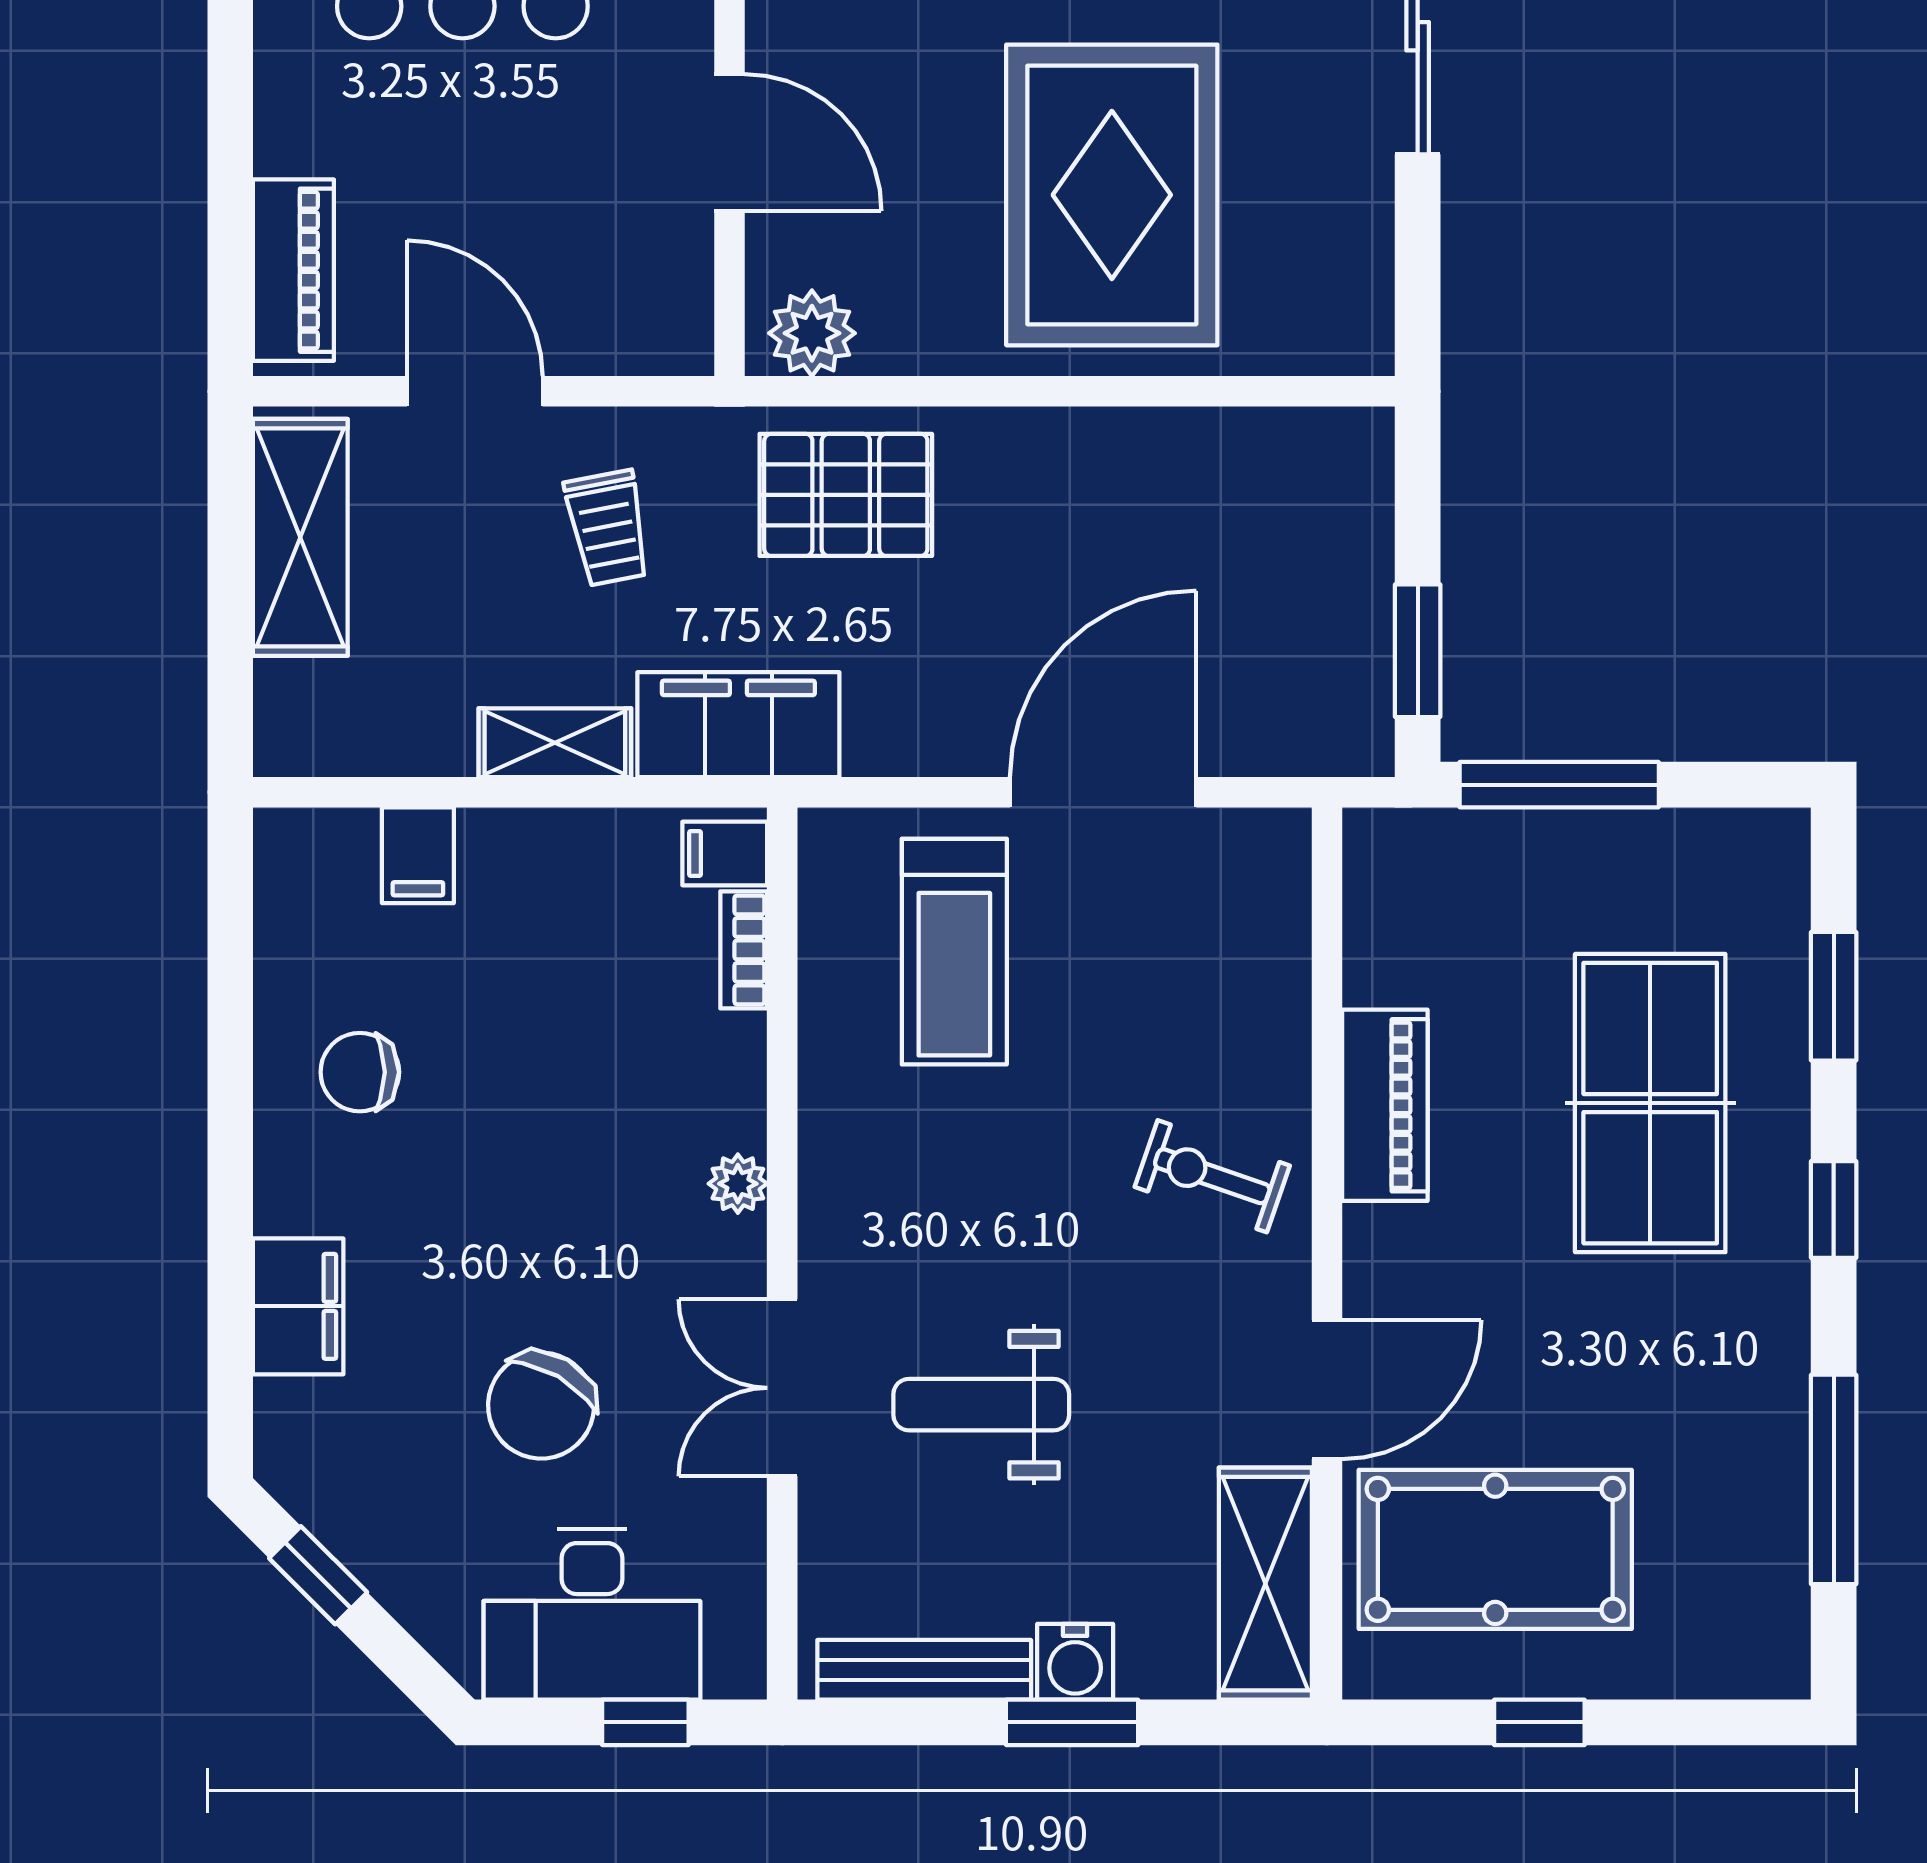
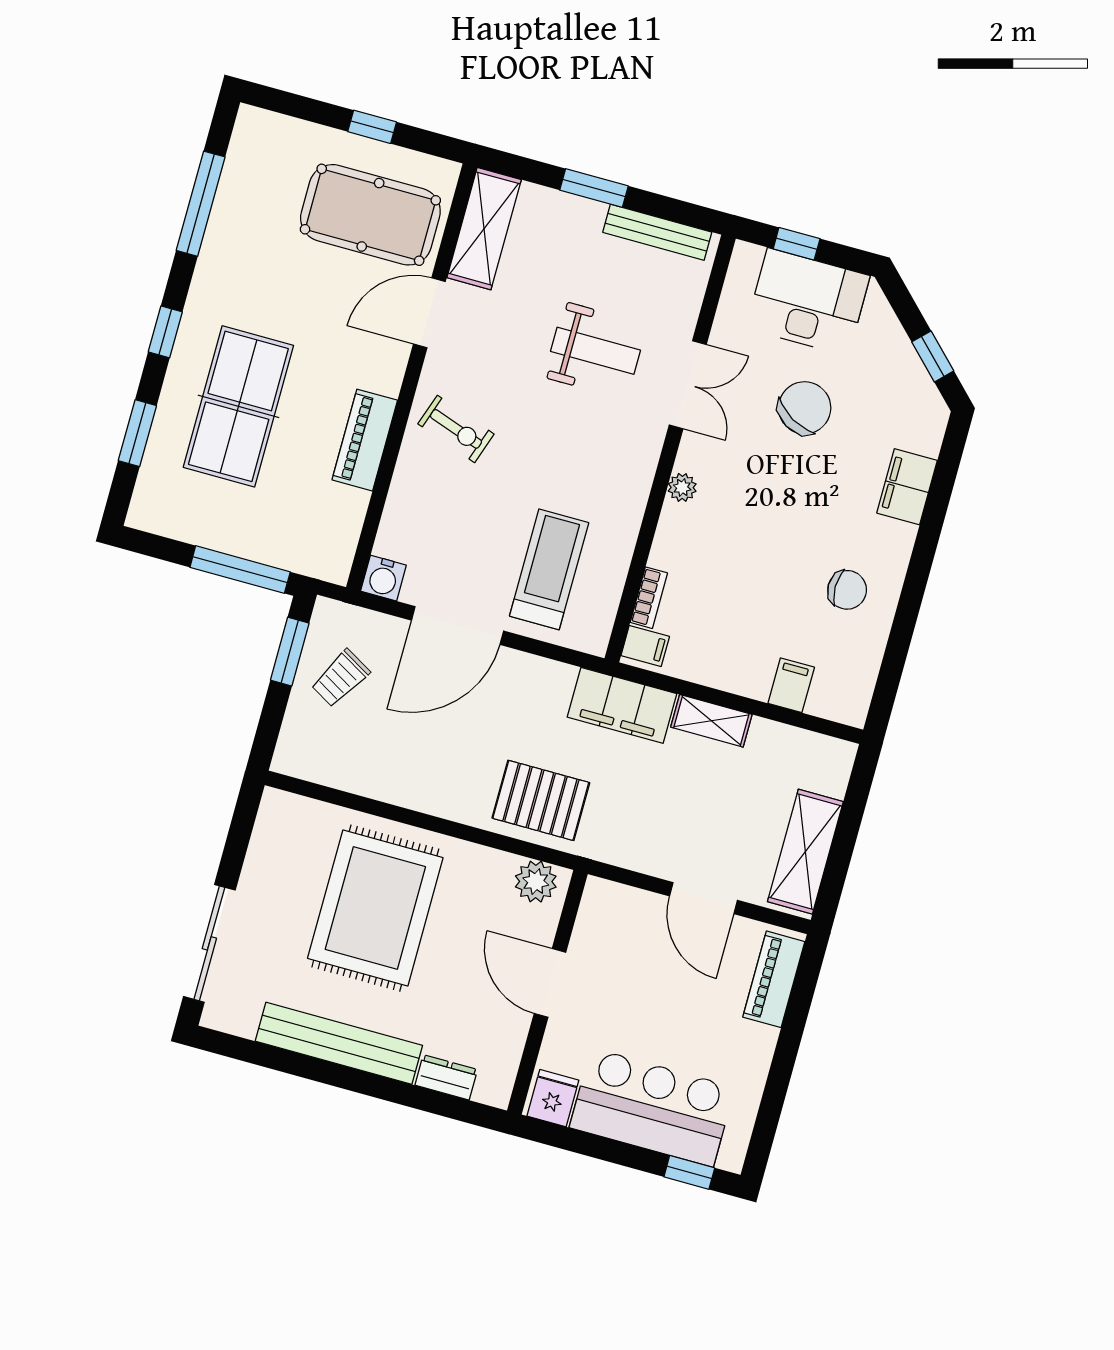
trolley: (608, 528) -> (340, 678), moved, turned -139
water cooler: (1075, 1662) -> (383, 578), moved, turned 180

